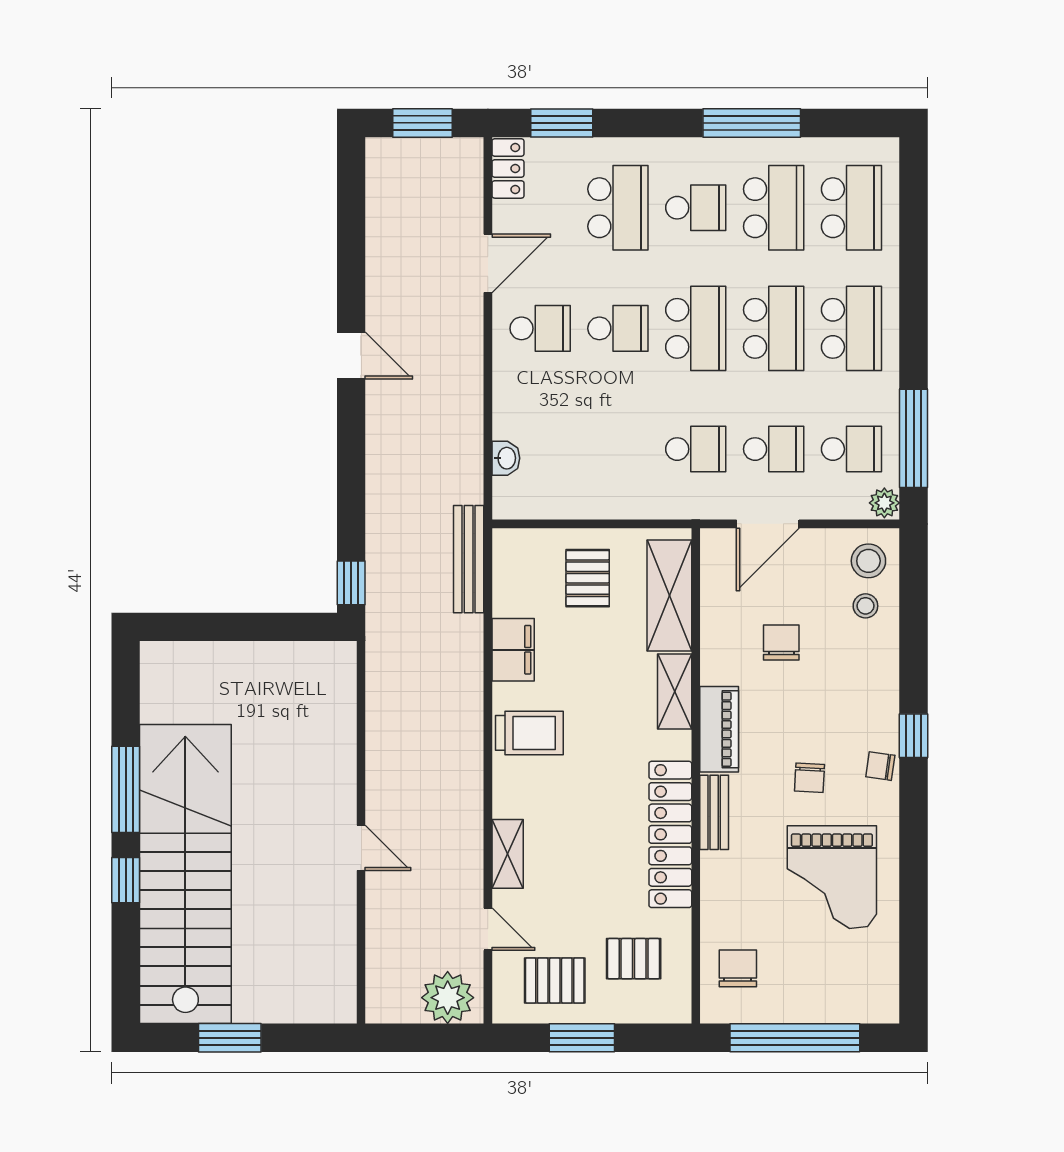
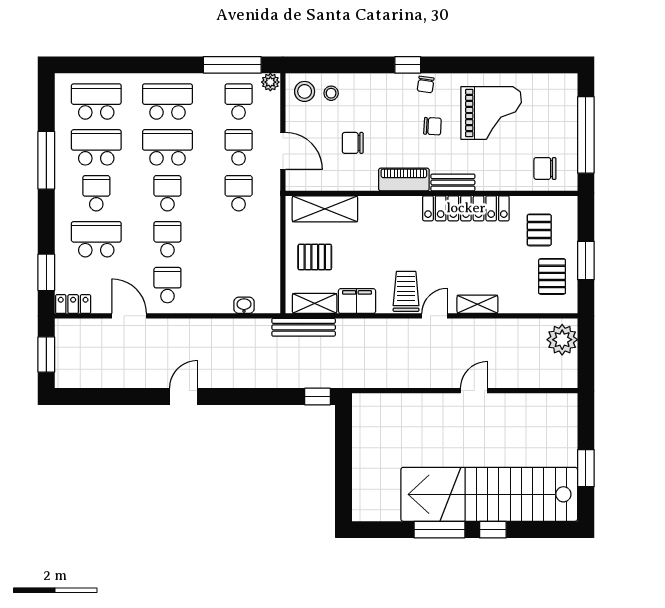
school desk: (696, 328) -> (167, 193), width x0.54
shelving: (675, 692) -> (315, 303), moved
door: (488, 929) -> (435, 316), moved

